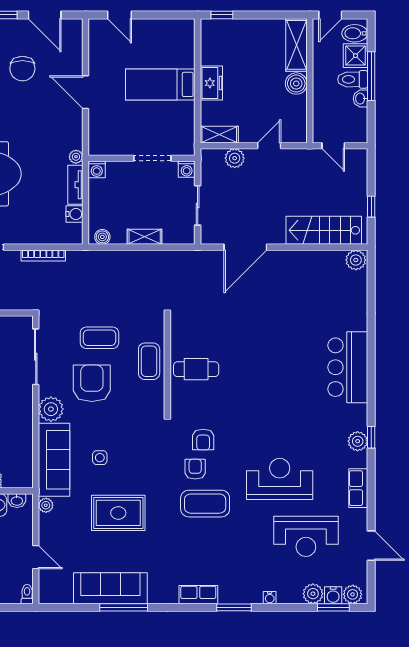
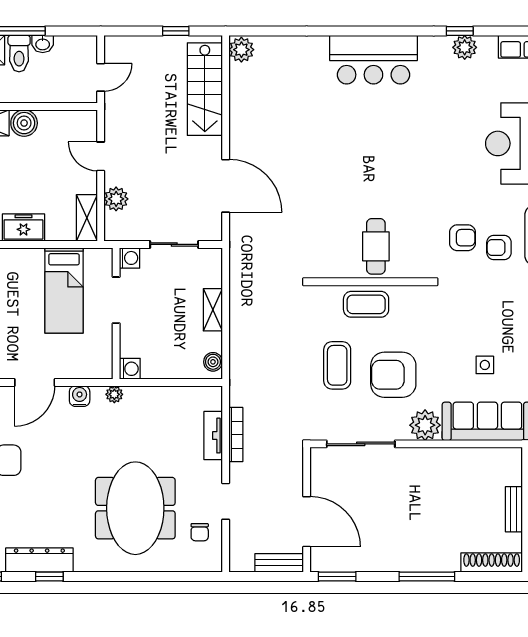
bed: (160, 84) -> (64, 290), moved
tv unit: (75, 185) -> (213, 436), moved, turned 90
water cooler: (75, 214) -> (80, 396), moved

